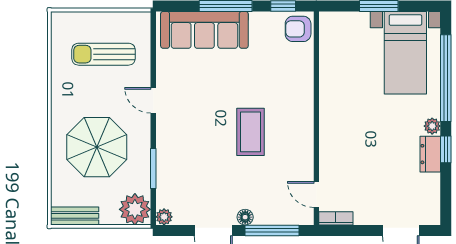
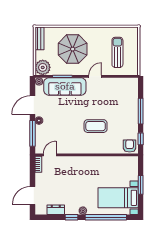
sofa: (204, 30) -> (65, 86), moved, turned -90
coffee table: (251, 132) -> (96, 126), moved
dresser: (430, 154) -> (56, 210), moved

